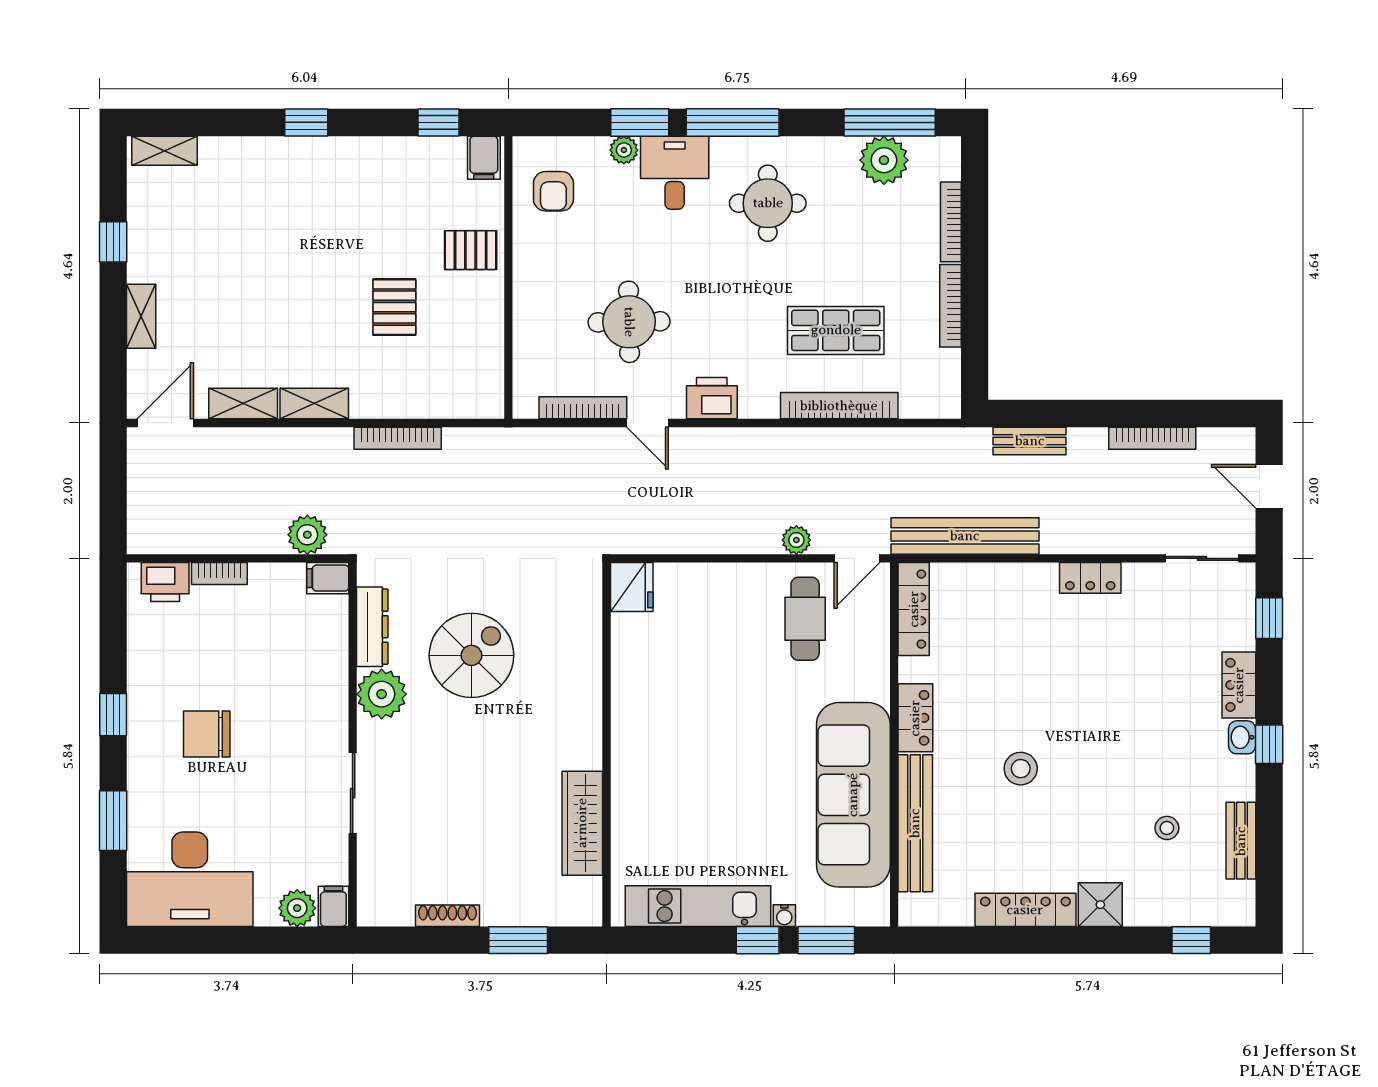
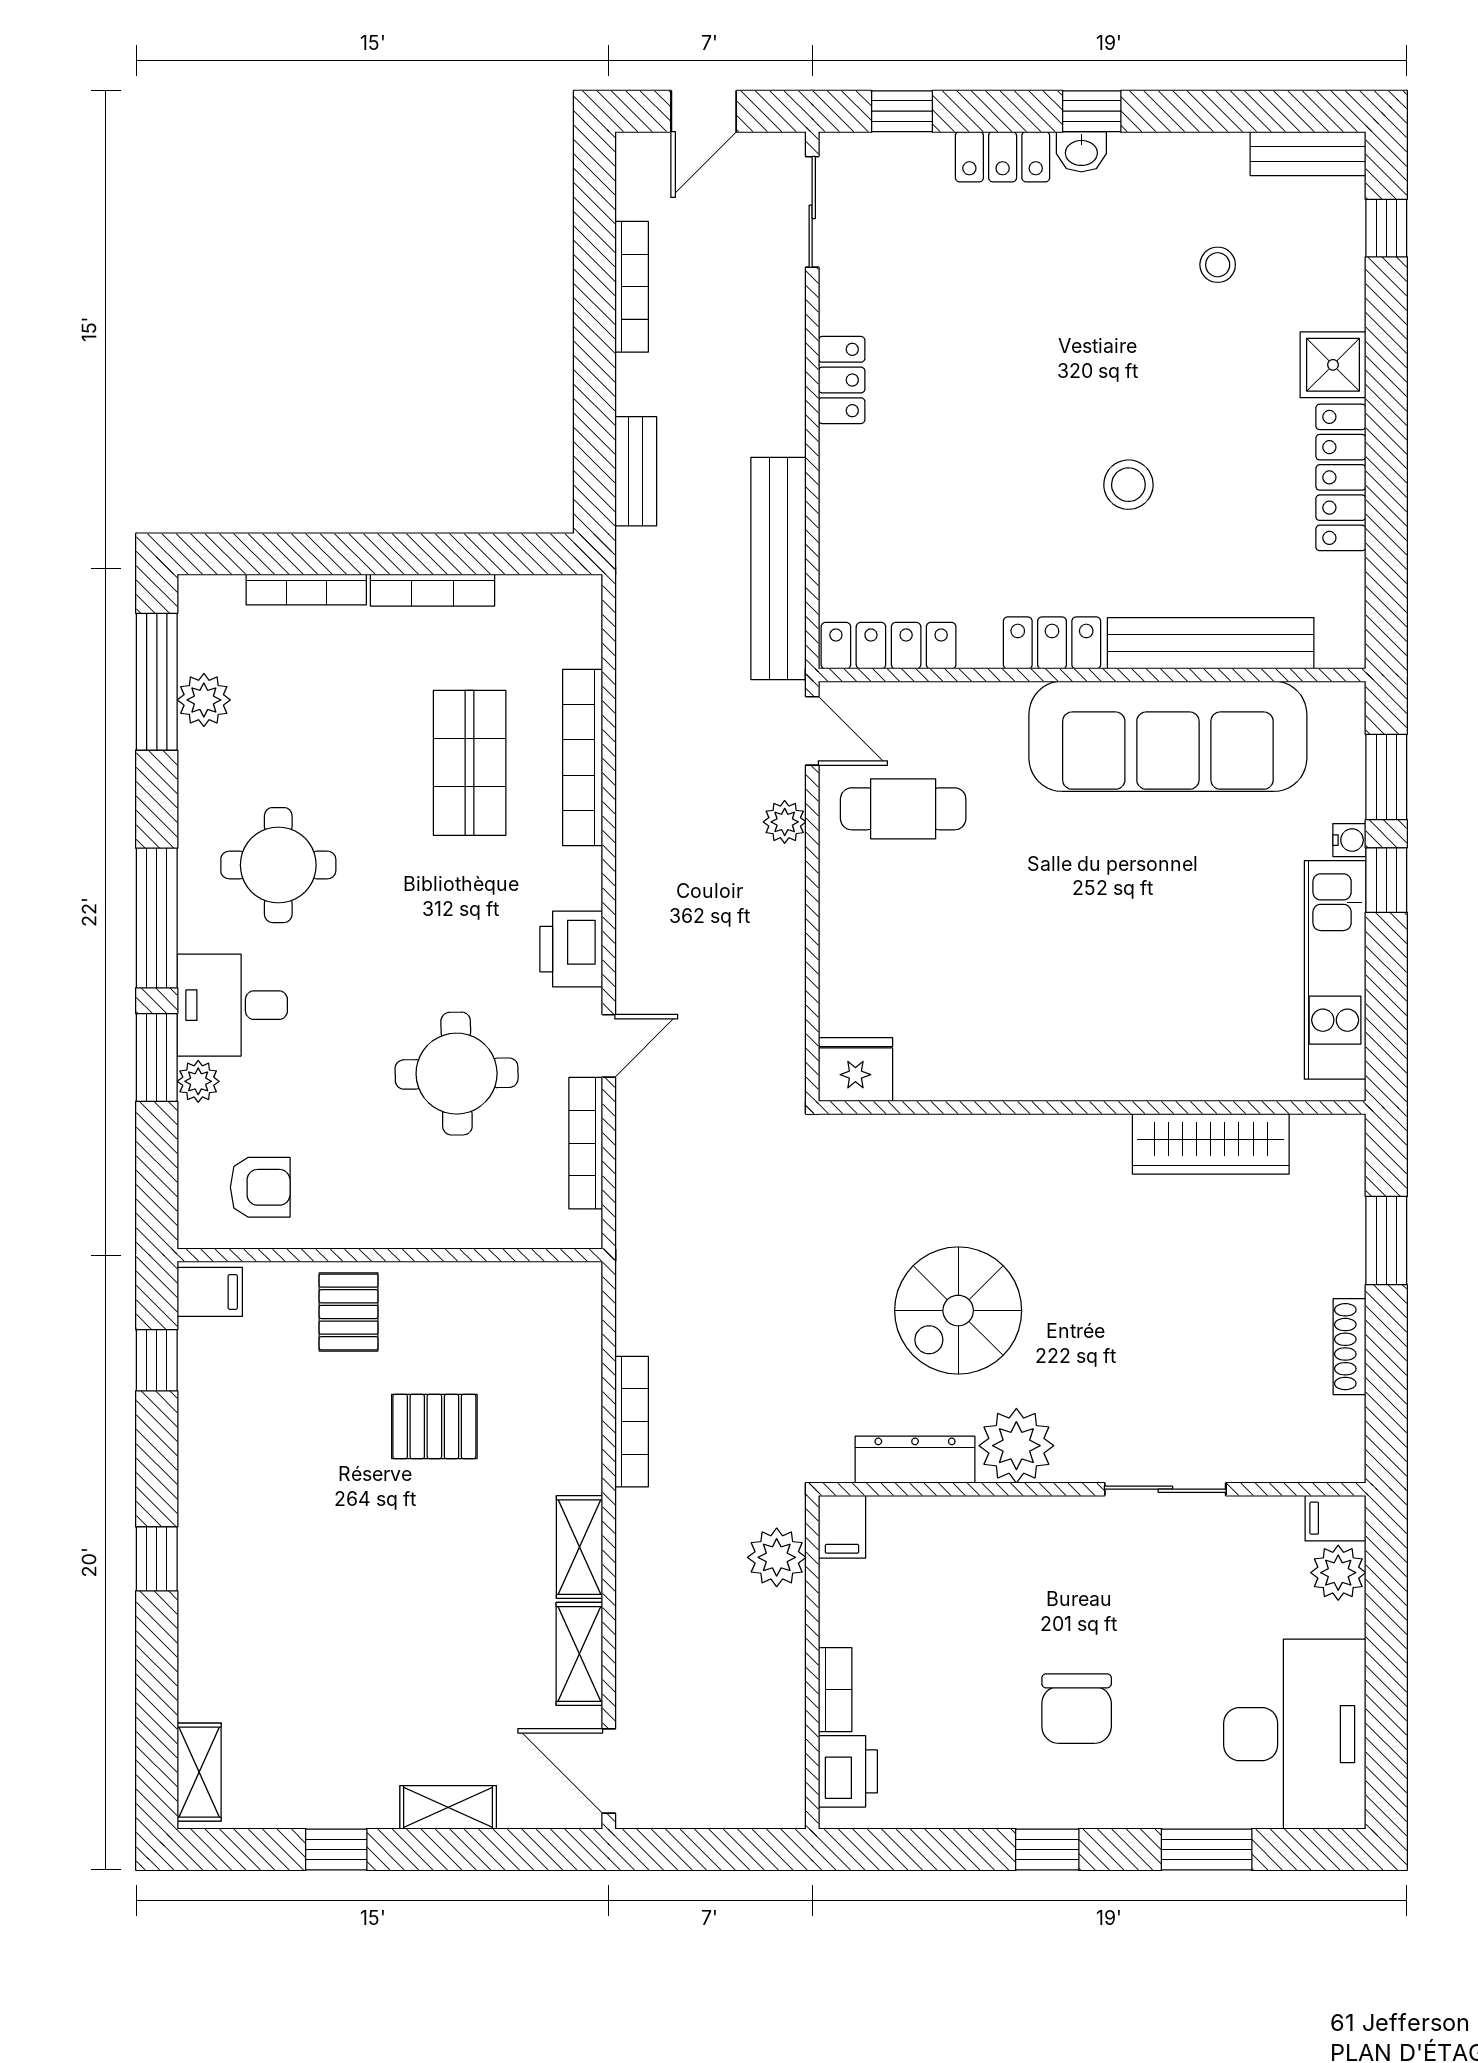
plant: (884, 160) -> (204, 700), width x0.73, depth x0.73
spiral stairs: (471, 655) -> (958, 1311), turned -90
bench: (1241, 841) -> (1308, 154), moved

